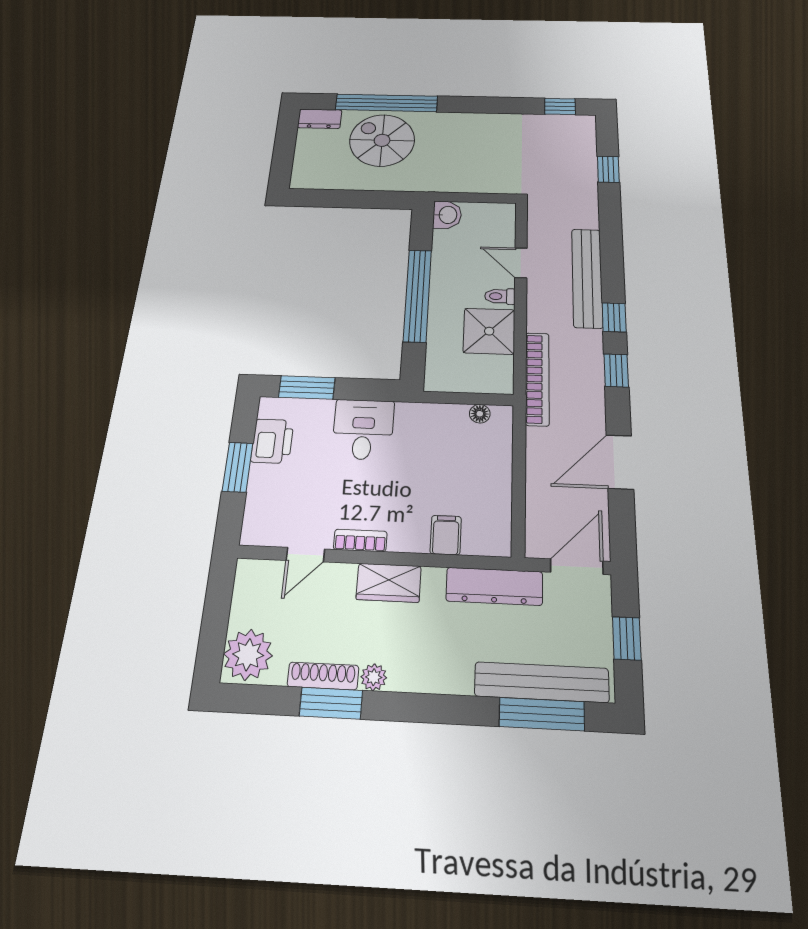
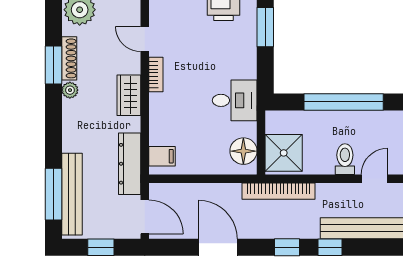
toilet: (500, 296) -> (345, 159), width x1.37, depth x1.39
shower: (489, 331) -> (284, 153), moved
floor lamp: (480, 414) -> (243, 151), width x1.89, depth x1.89
desk: (363, 429) -> (235, 100), moved
filing cabinet: (446, 535) -> (162, 156), moved

